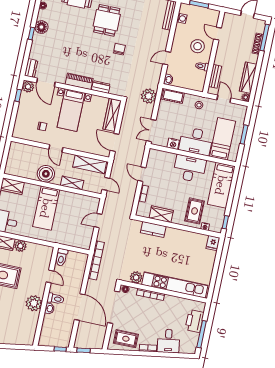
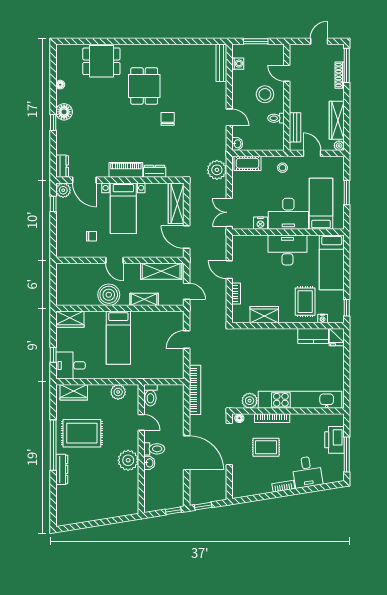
door: (167, 58) -> (229, 117), swing flipped
kitchen counter: (153, 229) -> (313, 336), moved
plant: (20, 246) -> (118, 392), moved
rug: (126, 339) -> (266, 447), moved

